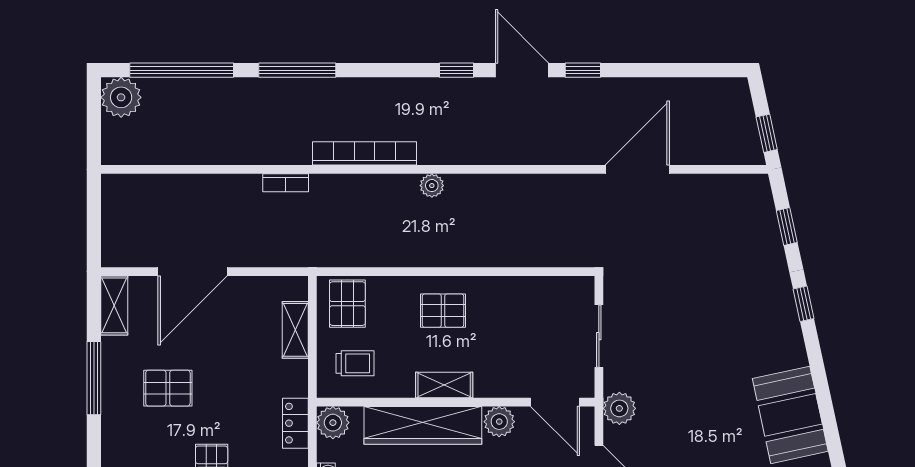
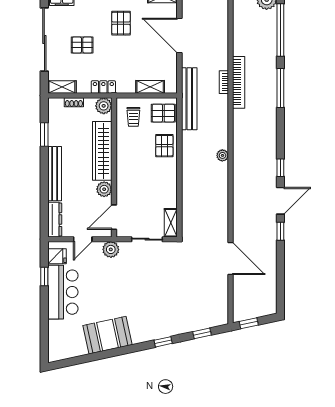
bookcase: (364, 153) -> (239, 82), moved
bench: (319, 252) -> (189, 99), added
pallet: (443, 311) -> (164, 146), moved
shelving: (444, 385) -> (171, 223), moved

